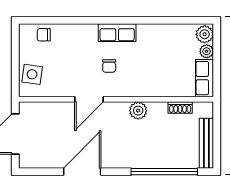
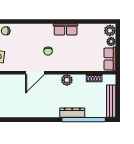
row of seats: (117, 33) -> (66, 29), moved
dresser: (147, 161) -> (72, 113), added
door: (82, 172) -> (31, 120), removed

